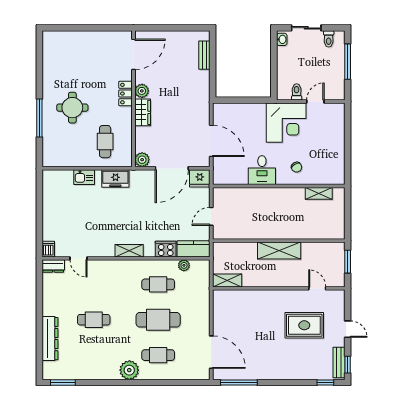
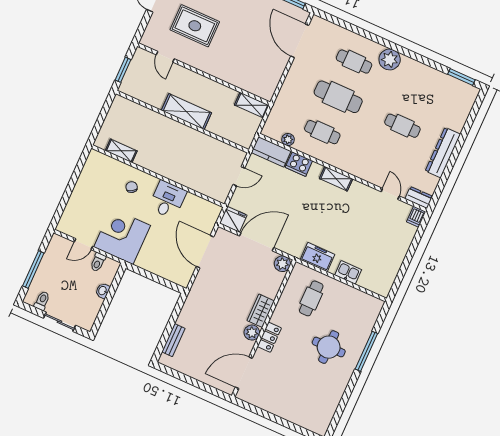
washbasin: (282, 39) -> (103, 291), moved
dresser: (50, 339) -> (443, 153), moved

